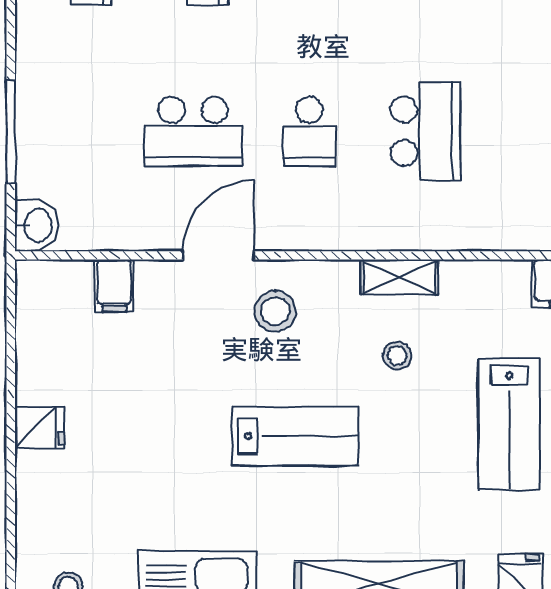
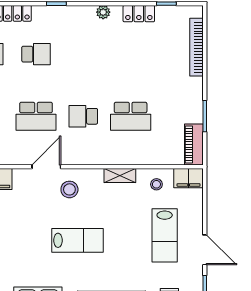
school desk: (309, 131) -> (83, 116), turned 90
school desk: (426, 131) -> (131, 116), turned 90
stool: (397, 355) -> (156, 184), moved

